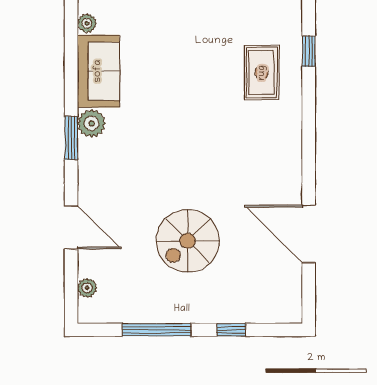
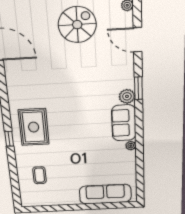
rug: (262, 73) -> (34, 127), width x1.36, depth x1.43
spiral stairs: (188, 241) -> (77, 25), moved

